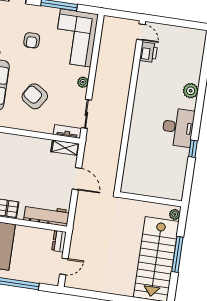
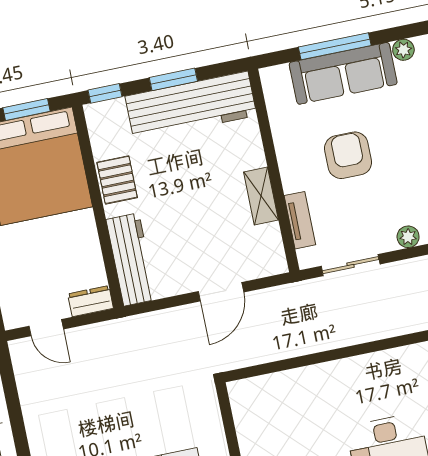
armchair: (35, 96) -> (348, 155), turned -33
tv unit: (67, 131) -> (300, 220), moved
shelving: (65, 148) -> (261, 196), moved

